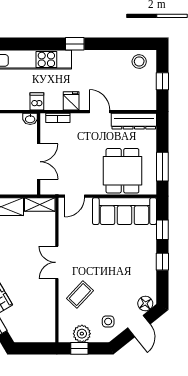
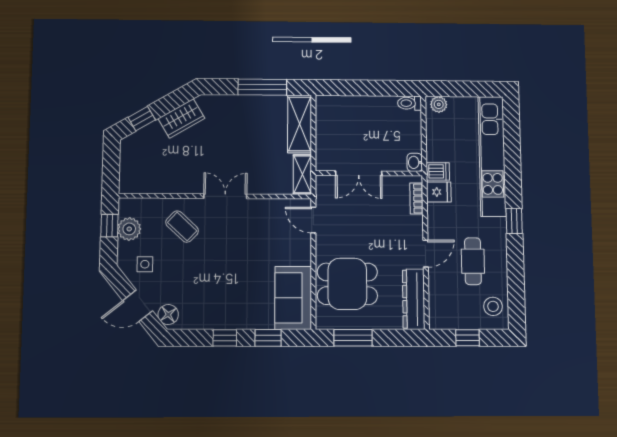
cafe table: (105, 76) -> (473, 261), added
fridge: (71, 101) -> (439, 192), moved
sofa: (124, 211) -> (293, 298), width x0.73

